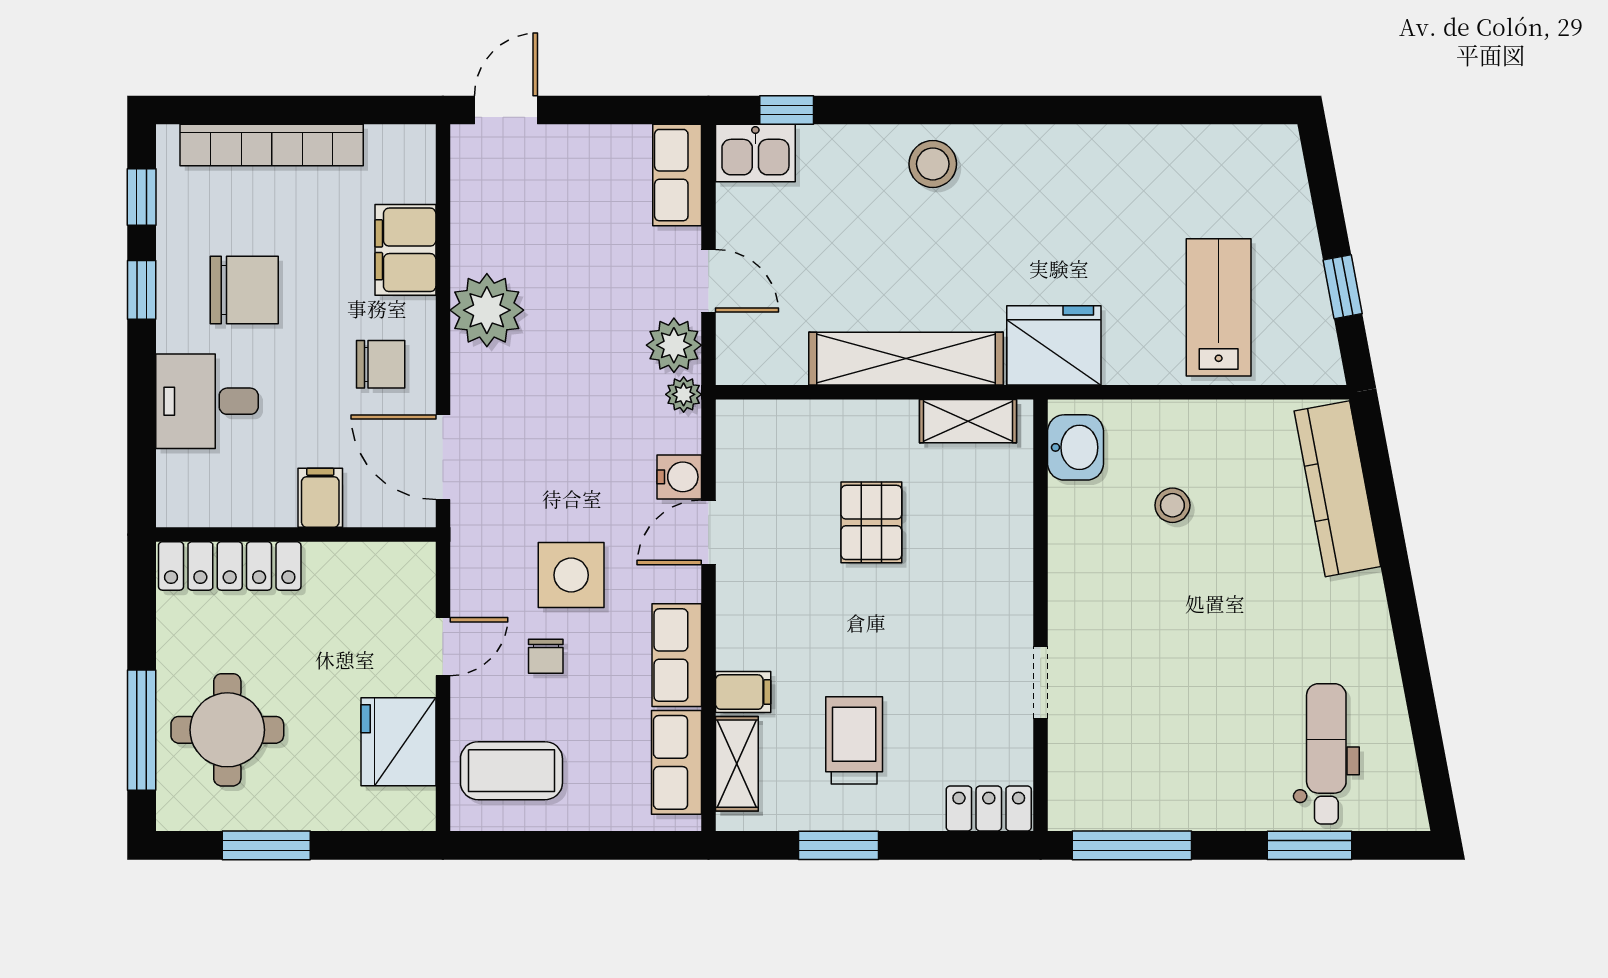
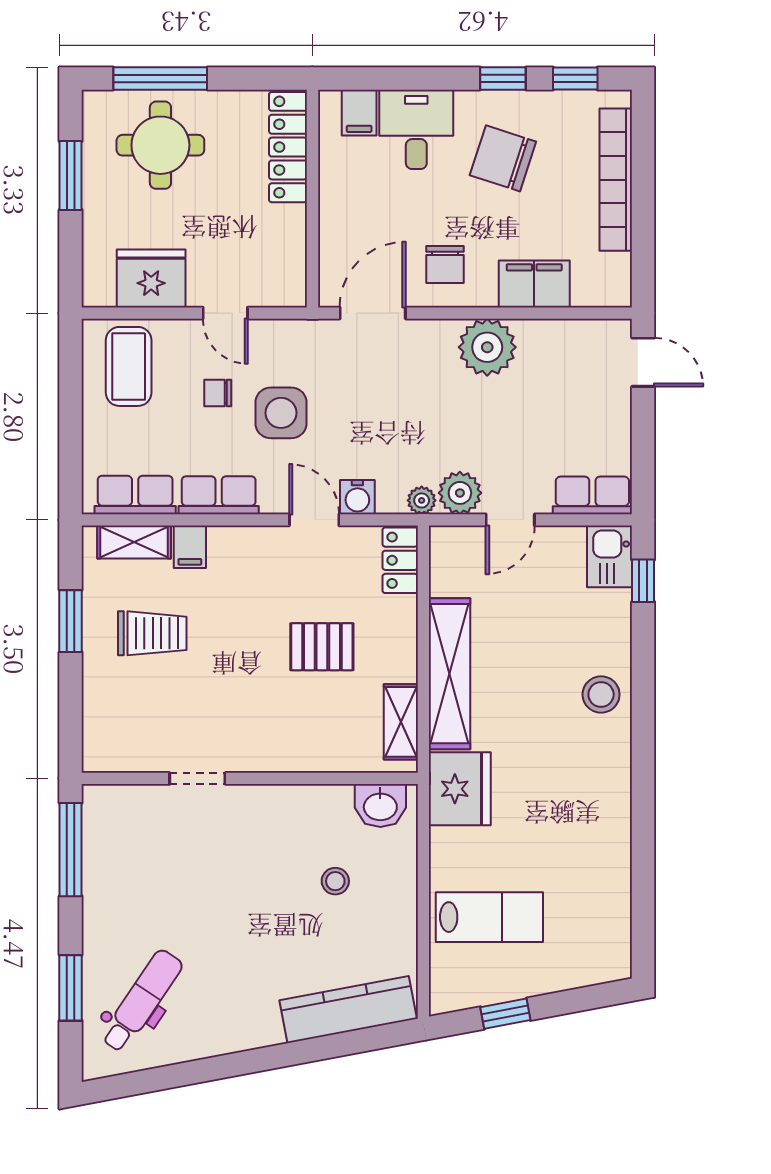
chair: (244, 290) -> (503, 158), turned 108
filing cabinet: (320, 498) -> (359, 113), moved, turned 90
dental chair: (1326, 754) -> (142, 1001), turned -56
locker: (989, 808) -> (400, 560), moved, turned 180

